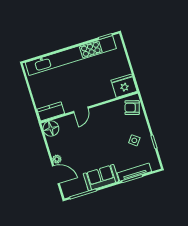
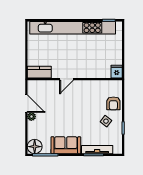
fridge: (124, 86) -> (117, 72), width x0.53, depth x0.75
armchair: (132, 108) -> (113, 103), moved, turned -107
floor lamp: (51, 128) -> (35, 147), moved
door: (56, 175) -> (26, 104), moved

